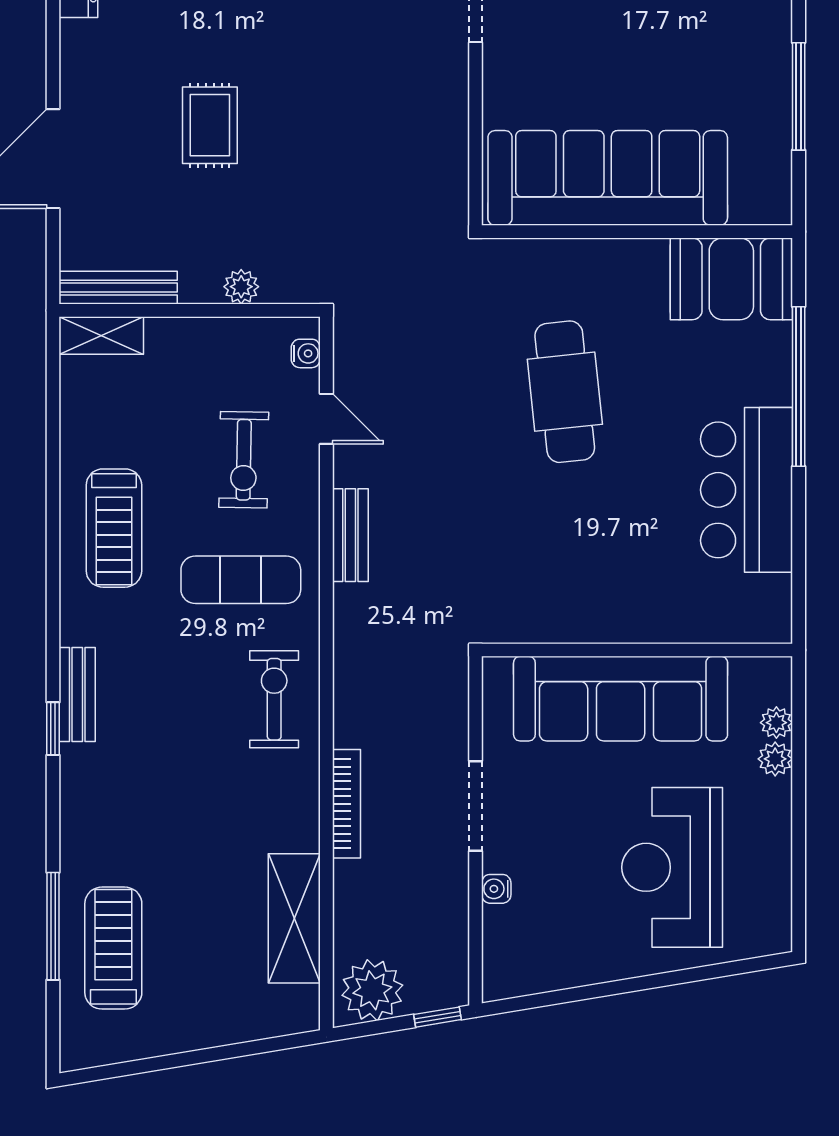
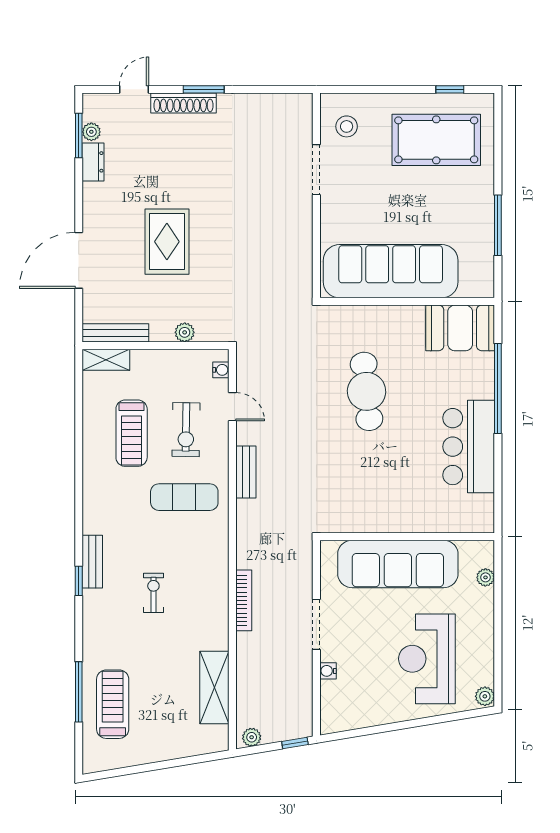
rug: (210, 125) -> (167, 242), width x1.36, depth x1.43
treadmill: (114, 528) -> (132, 433), moved
exercise bike: (274, 699) -> (153, 593), moved, width x0.73, depth x0.72
plant: (775, 759) -> (485, 696), moved
bookcase: (346, 804) -> (244, 600), moved
plant: (372, 990) -> (252, 737), width x0.53, depth x0.53

